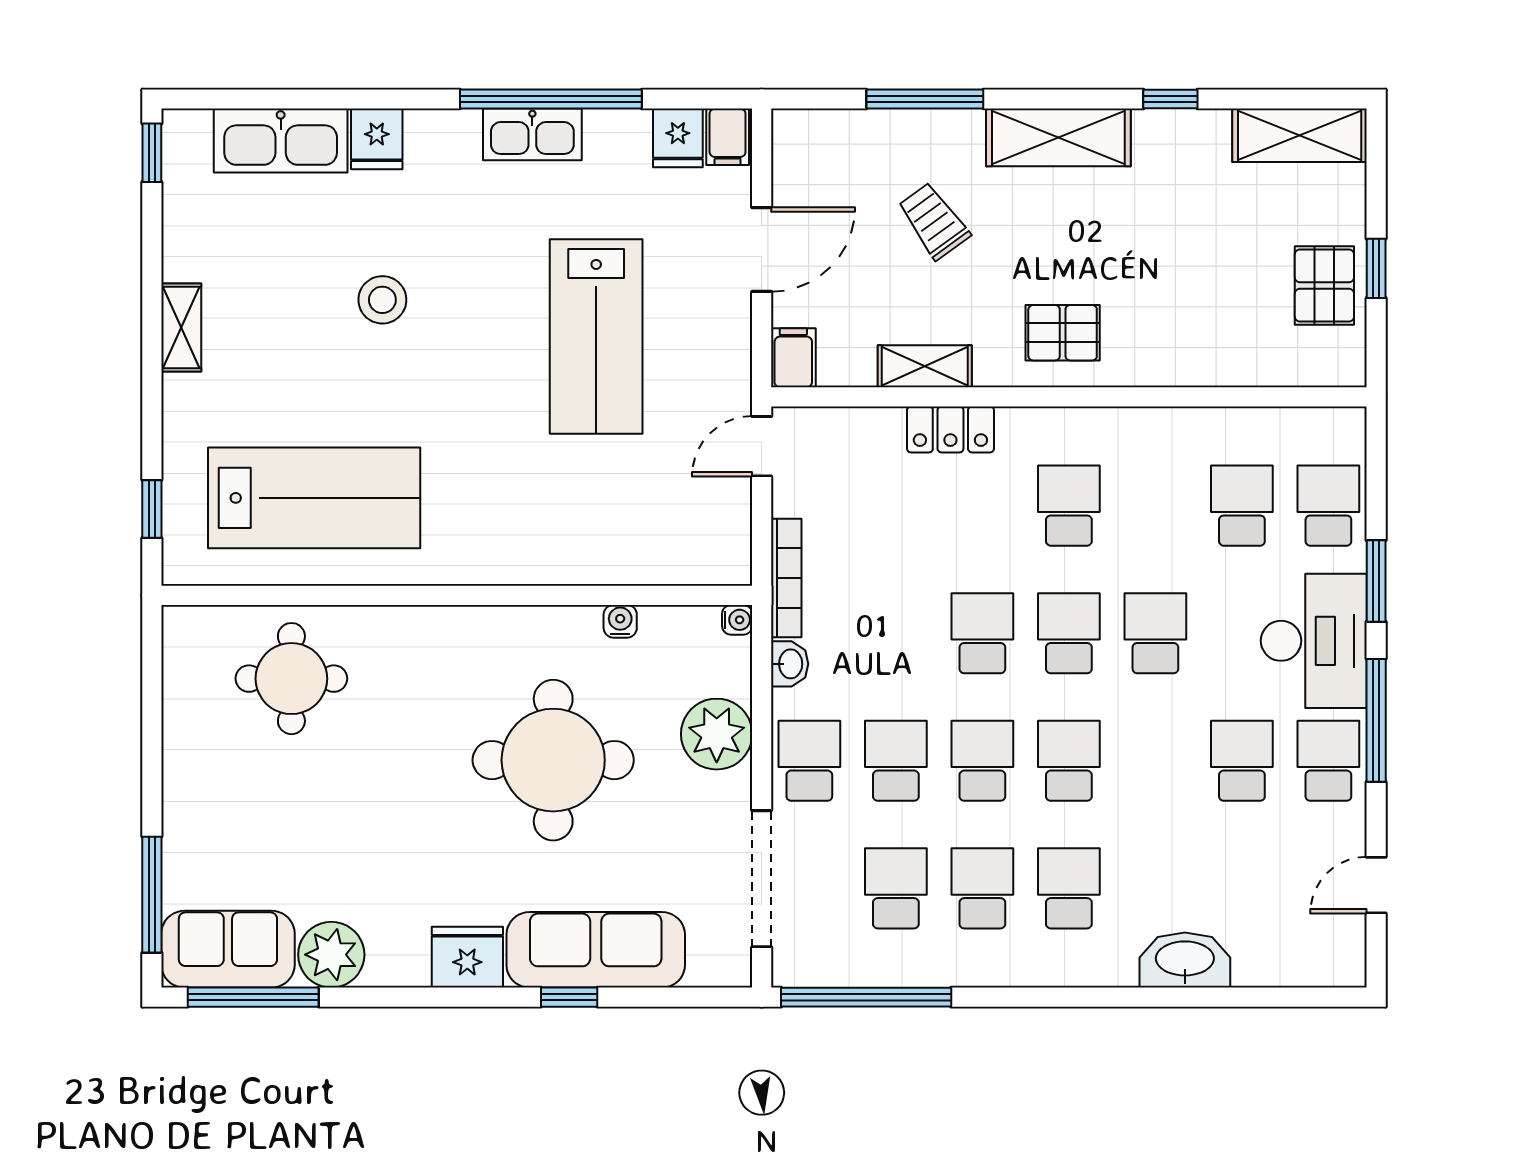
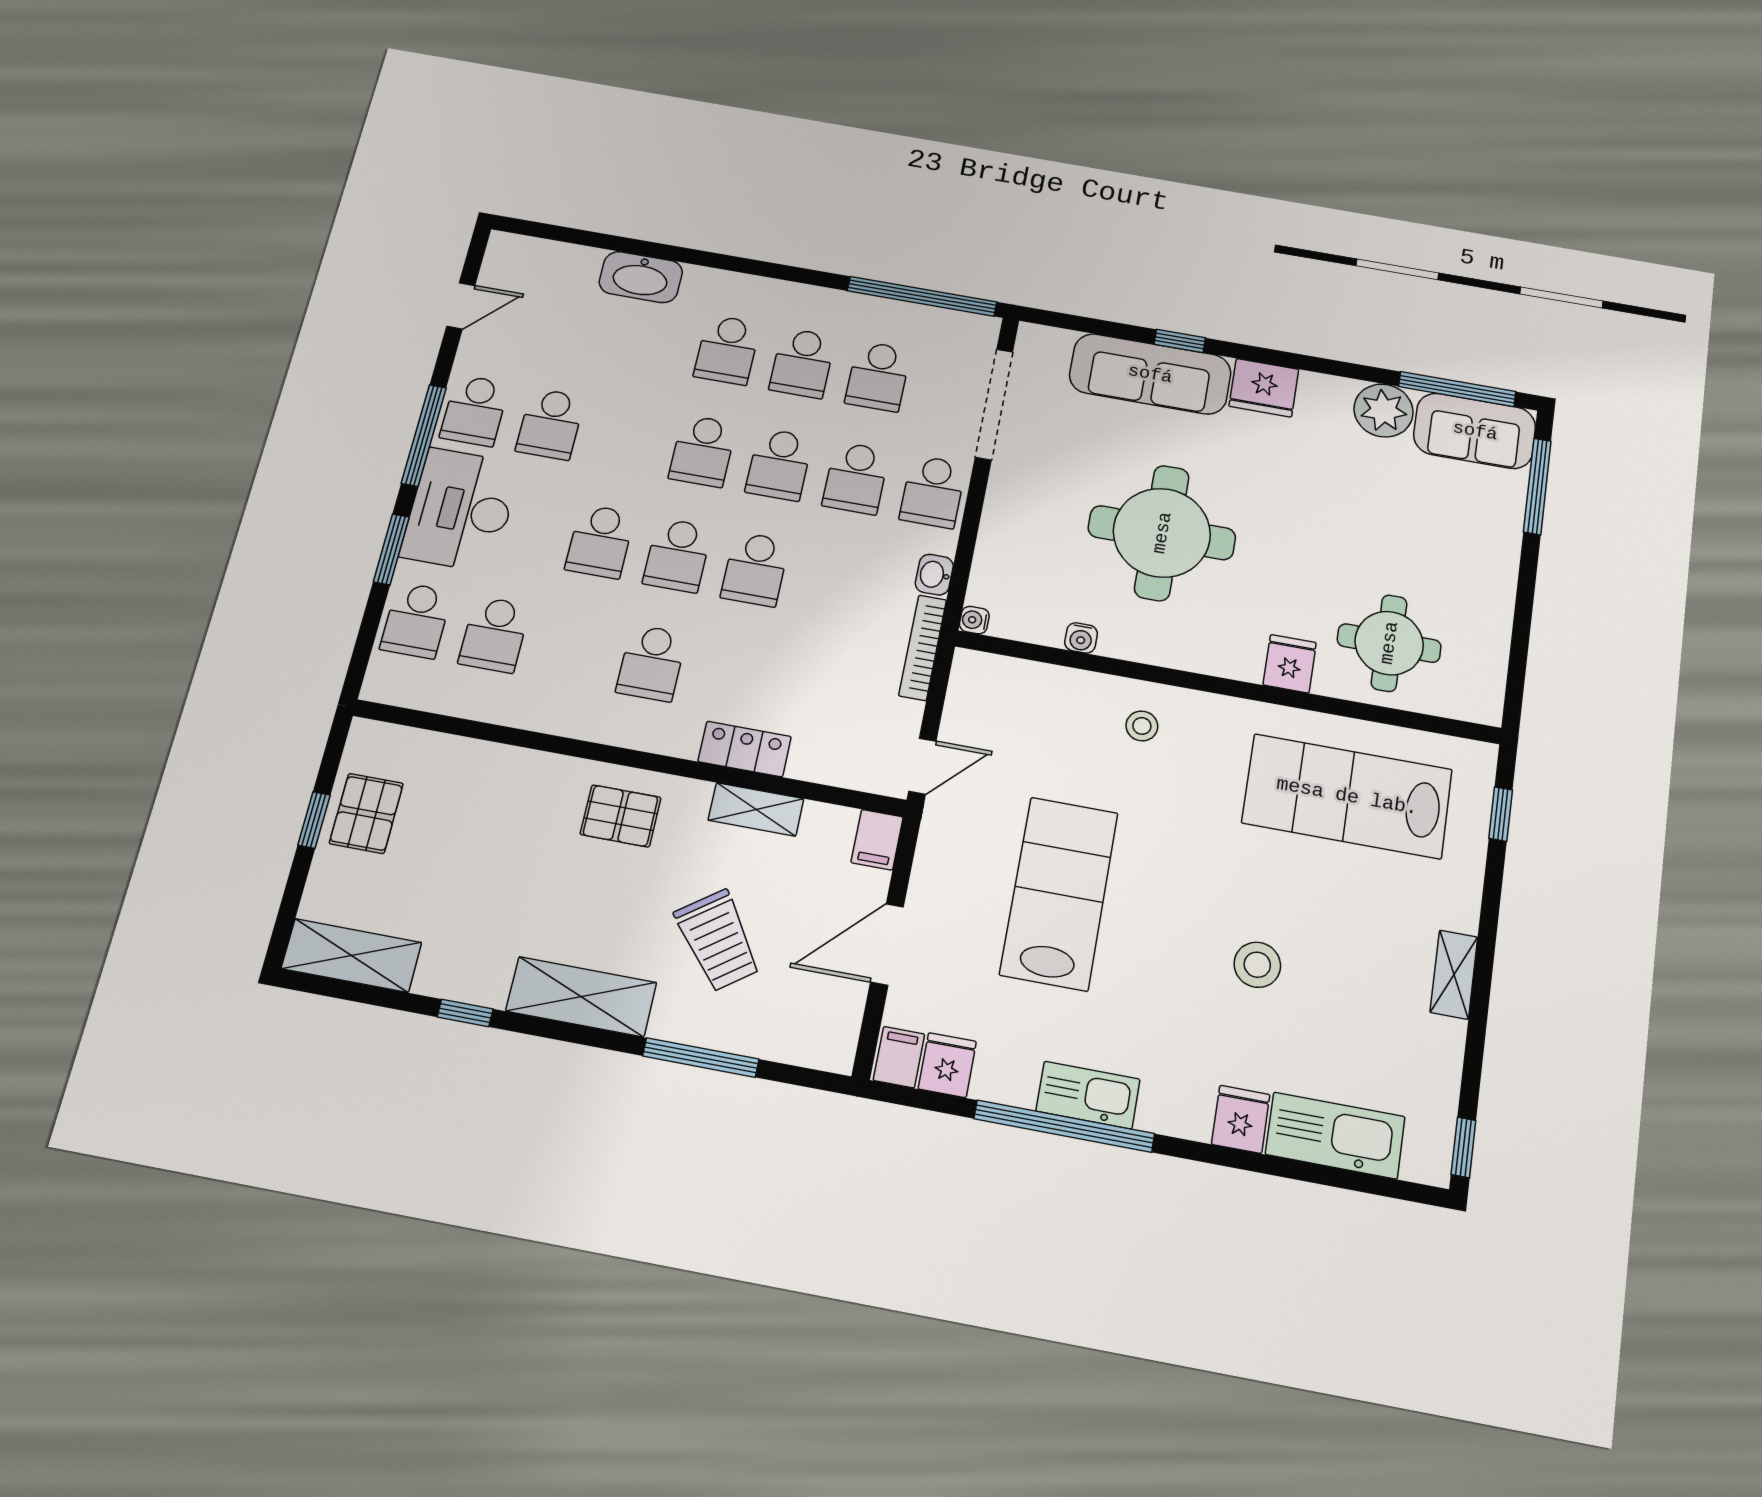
trolley: (934, 221) -> (718, 940), width x1.36, depth x1.39
stool: (540, 534) -> (1142, 726), added
fridge: (394, 635) -> (1290, 664), added
plant: (717, 734) -> (1011, 528), removed

